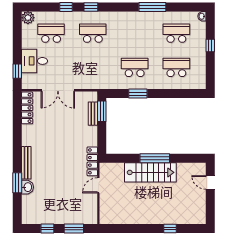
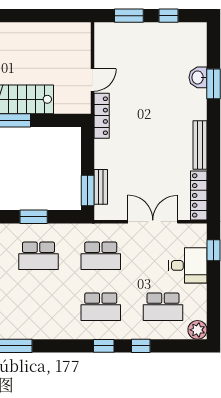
school desk: (93, 67) -> (101, 256), added
bench: (26, 163) -> (200, 145), moved

